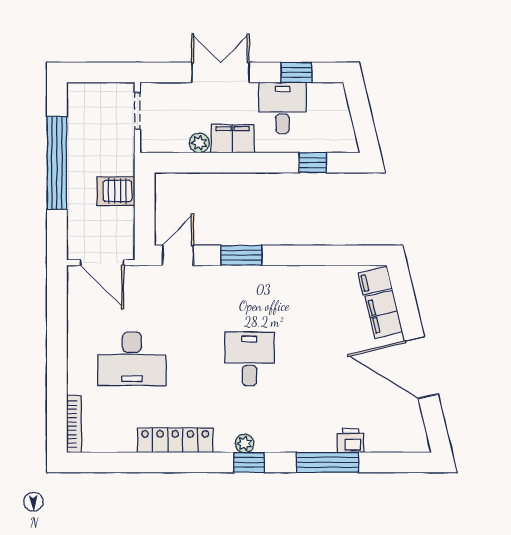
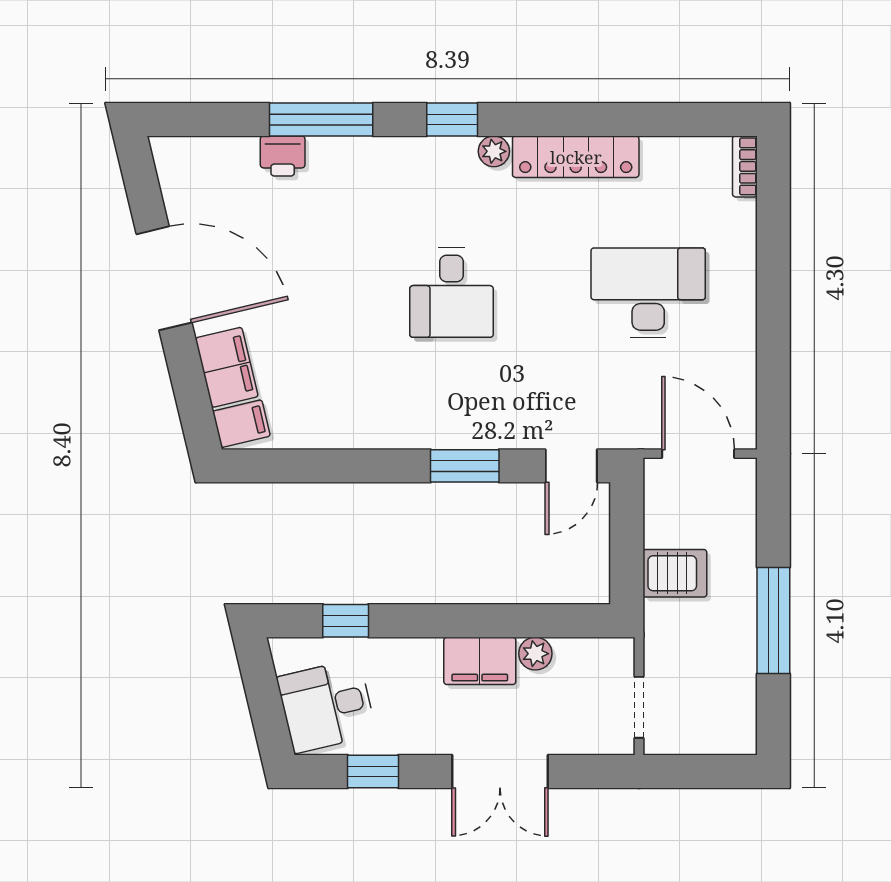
desk: (283, 108) -> (327, 706), moved, turned 77
window: (57, 163) -> (773, 620), width x0.68
bookcase: (74, 424) -> (745, 166), width x0.64
plant: (245, 443) -> (494, 151), moved

